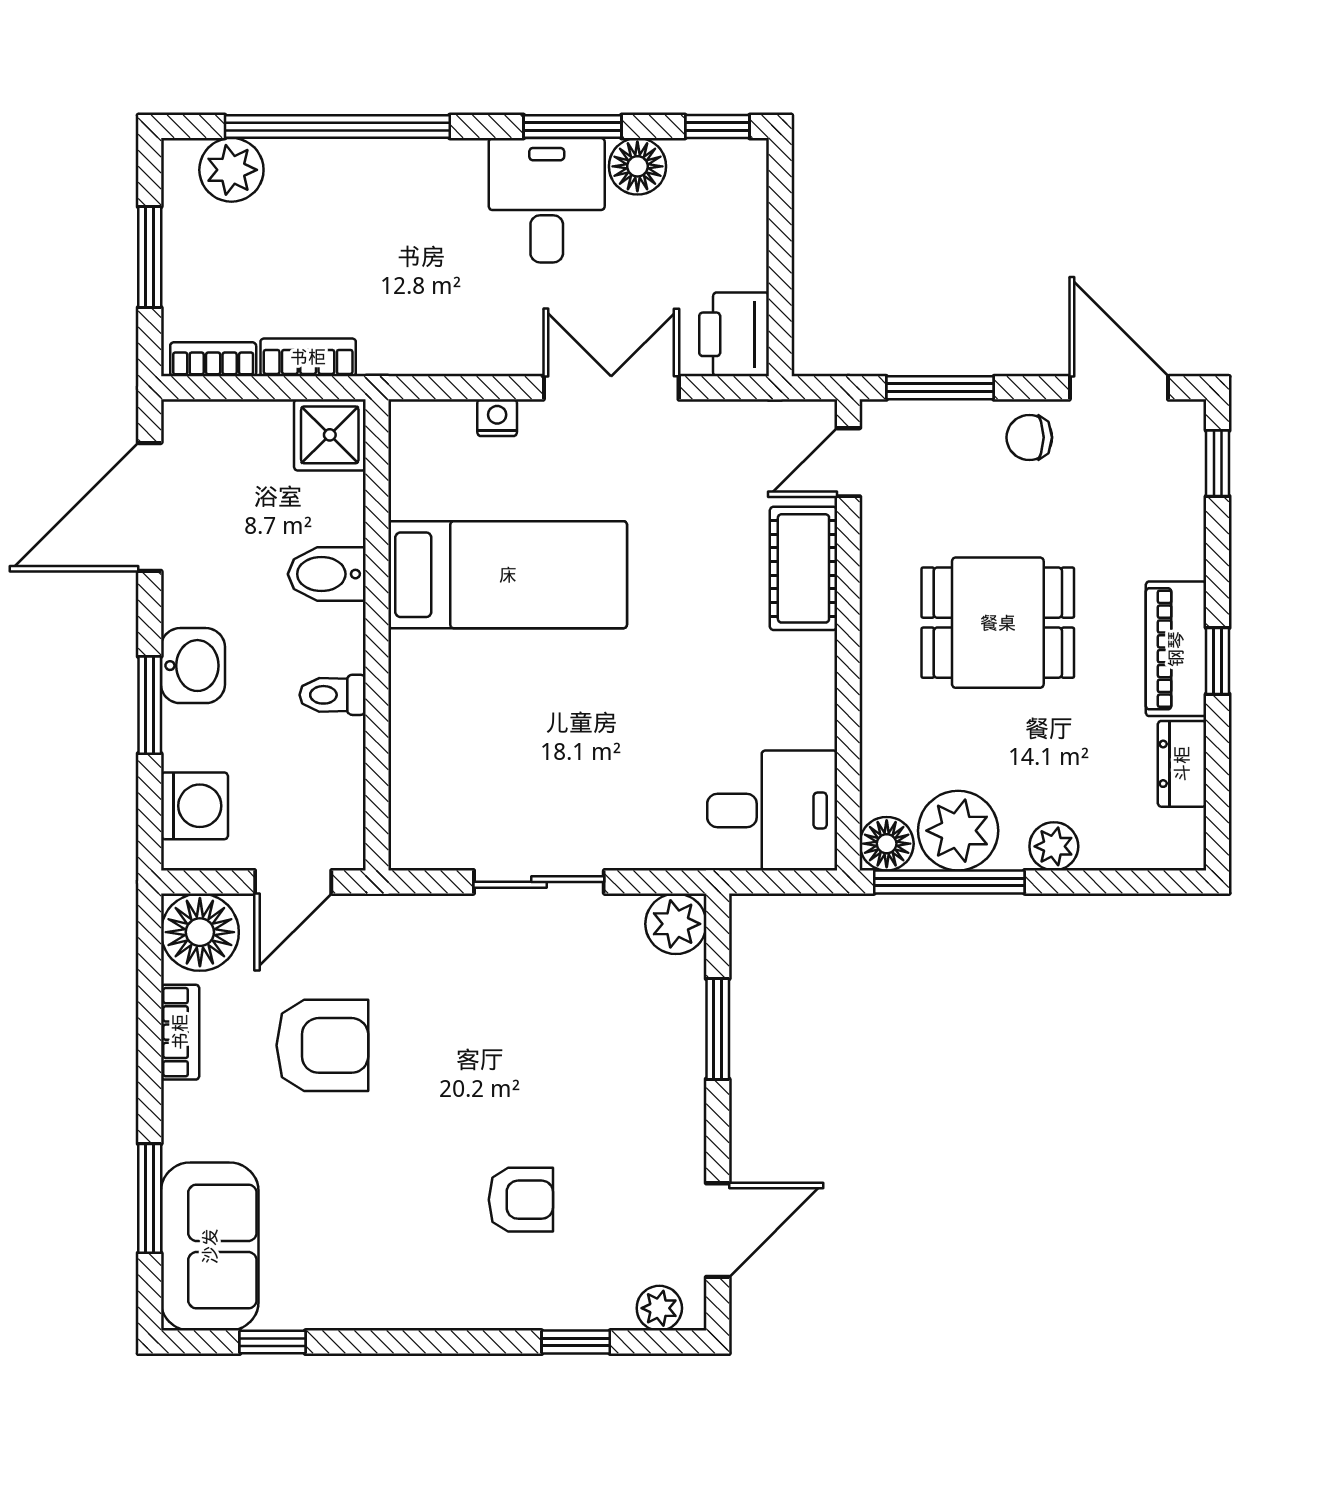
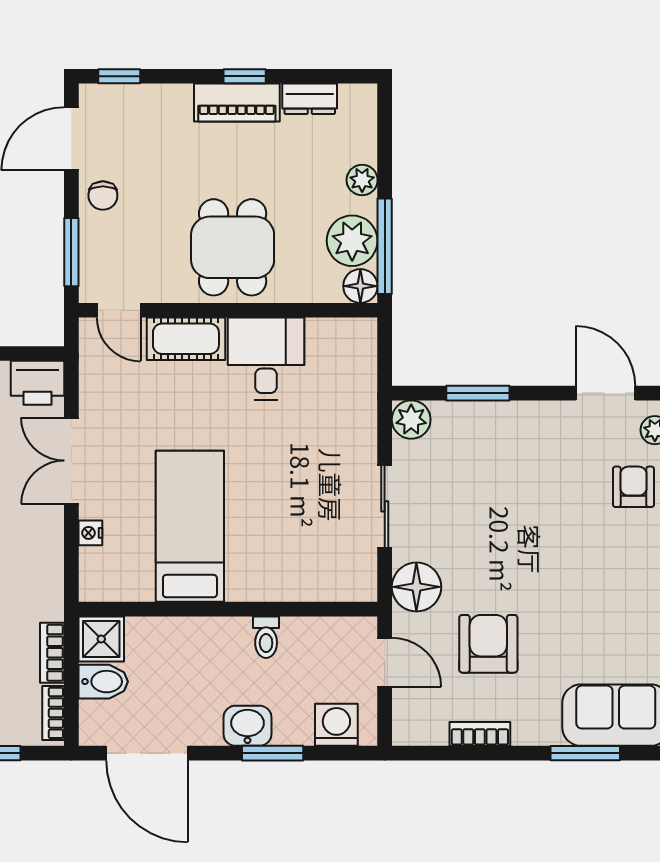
bidet: (327, 574) -> (103, 682), moved, turned -90
dining table: (998, 623) -> (233, 247), moved
desk: (772, 810) -> (266, 359), moved
floor lamp: (200, 932) -> (416, 587), moved
armchair: (521, 1200) -> (634, 487), moved

